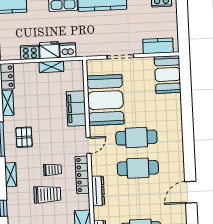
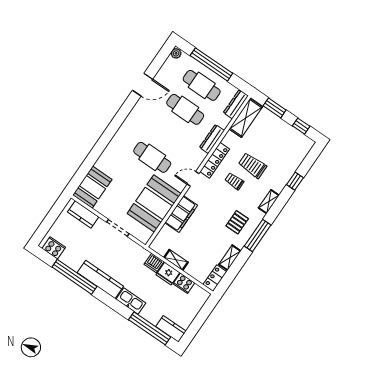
cafe table: (138, 168) -> (185, 109), moved

